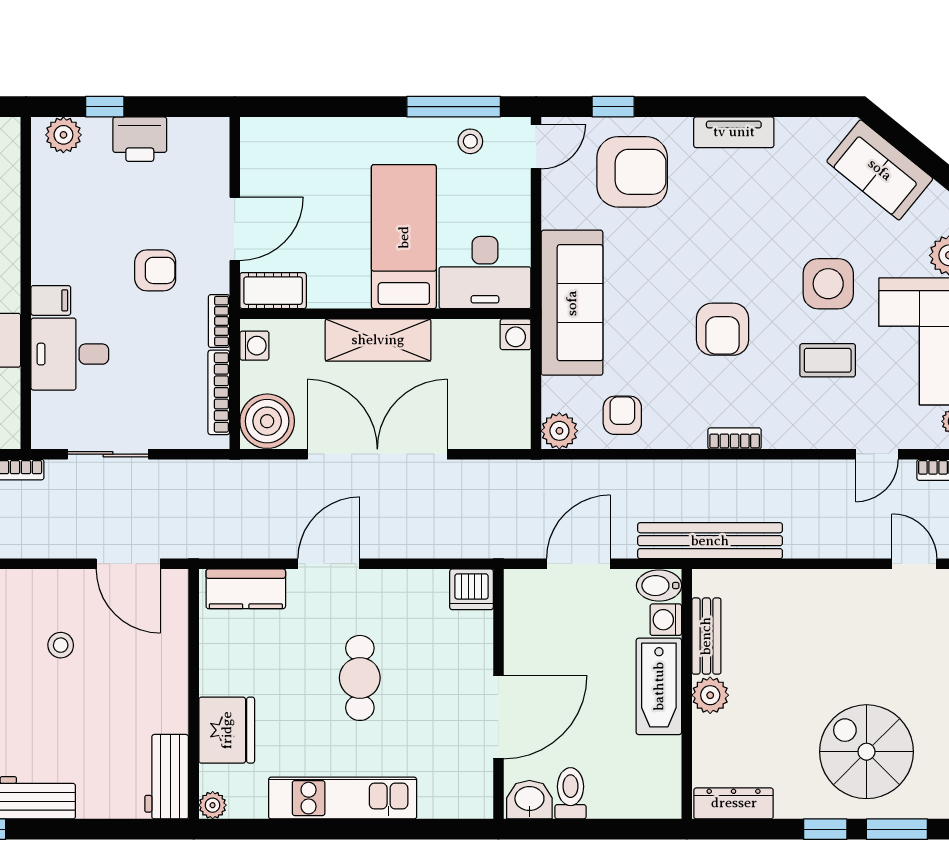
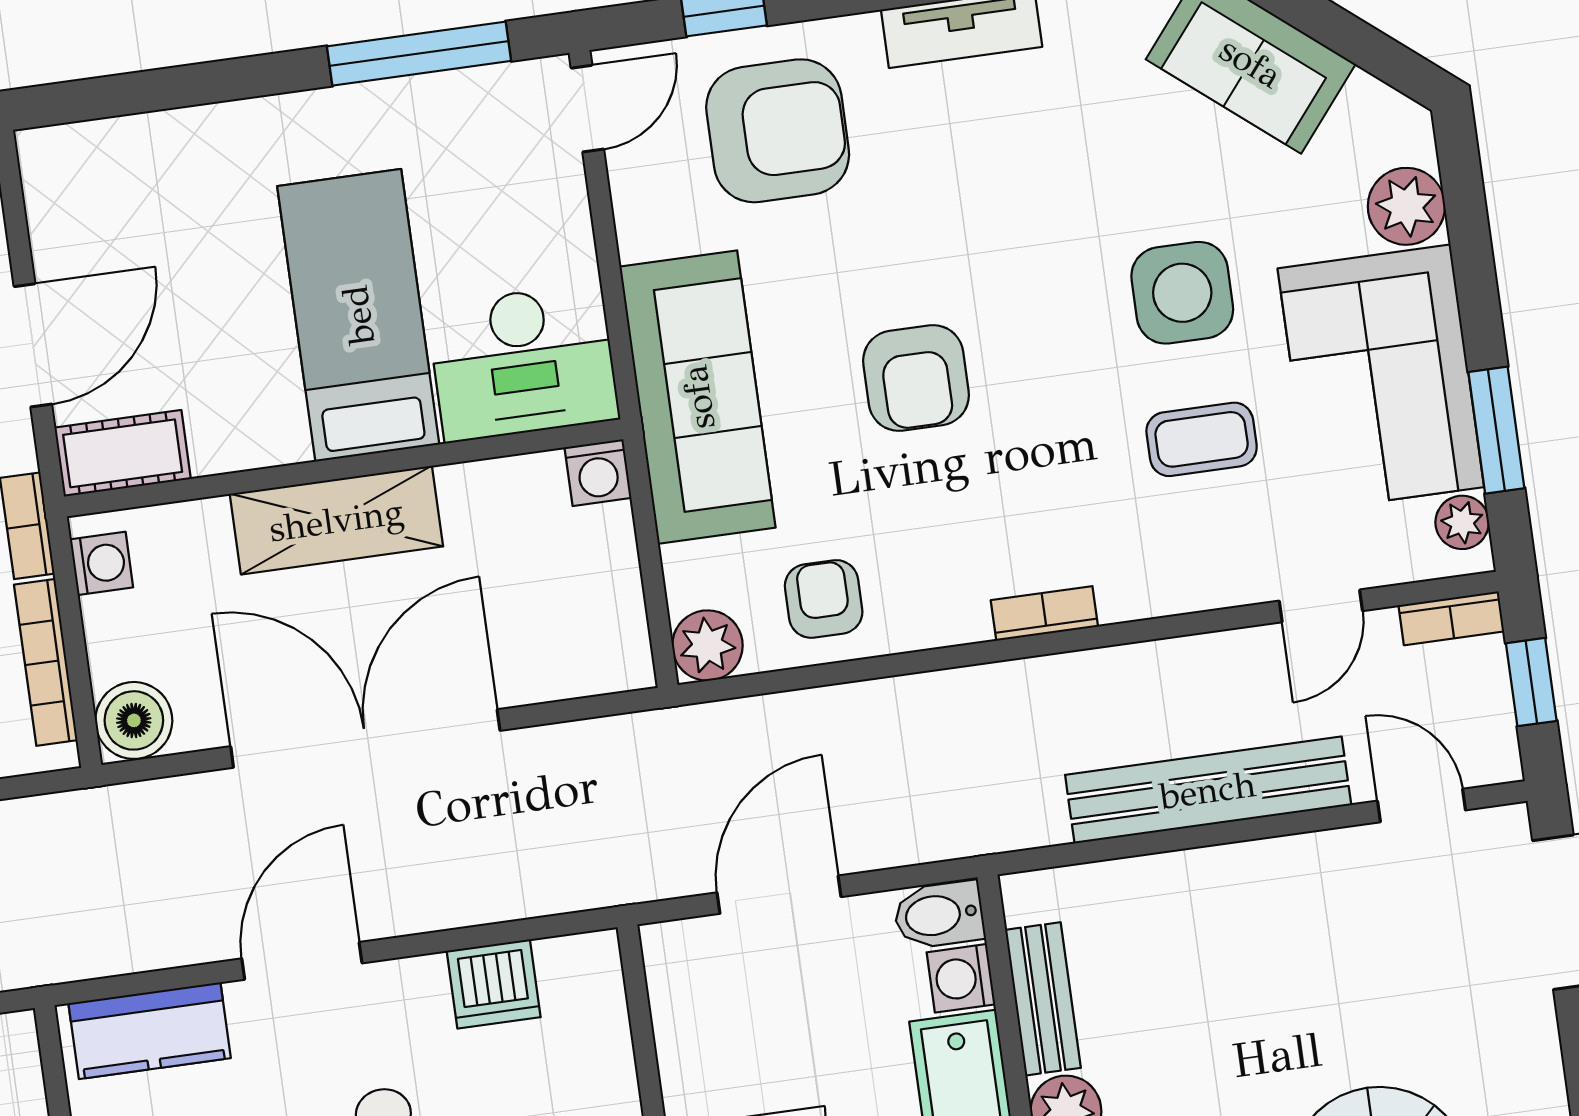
stool: (470, 141) -> (460, 115), removed
armchair: (723, 329) -> (916, 378), moved
boiler: (267, 421) -> (134, 720), width x0.73, depth x0.73
bench: (710, 541) -> (1208, 790), moved
dishwasher: (472, 589) -> (494, 984), moved

